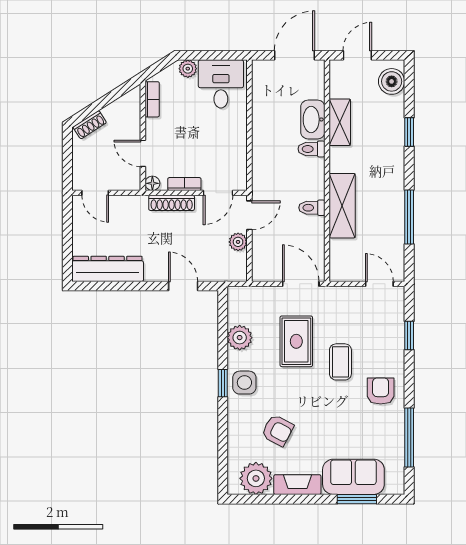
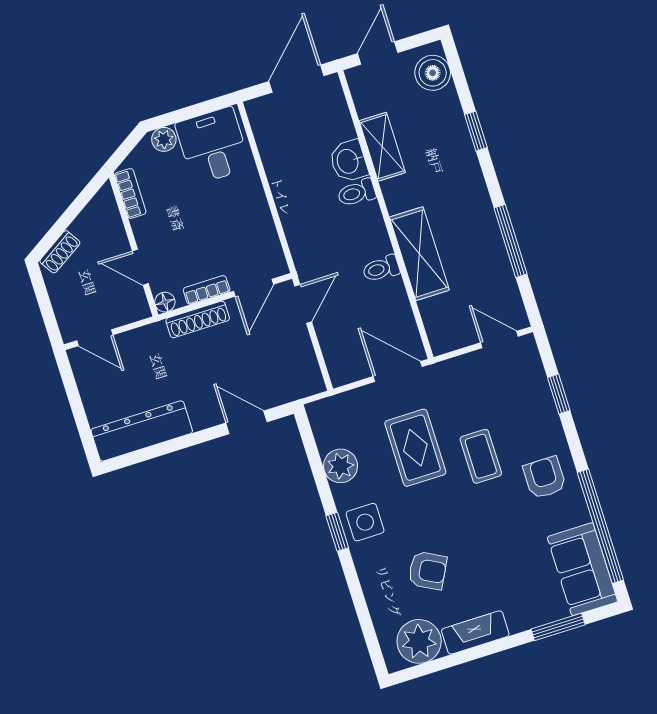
washbasin: (313, 119) -> (348, 161), width x0.72
plant: (238, 242) -> (299, 343), removed
window: (409, 438) -> (600, 526), width x1.46
sofa: (353, 477) -> (582, 569), moved, turned -90

